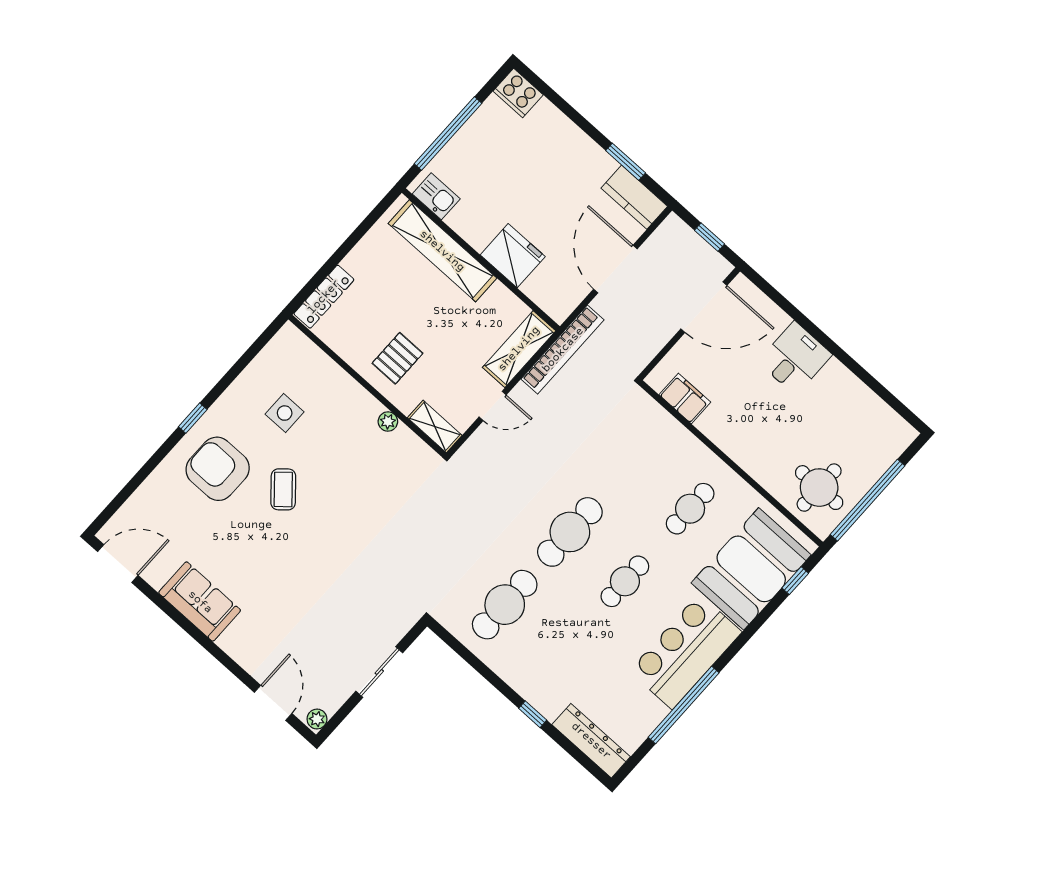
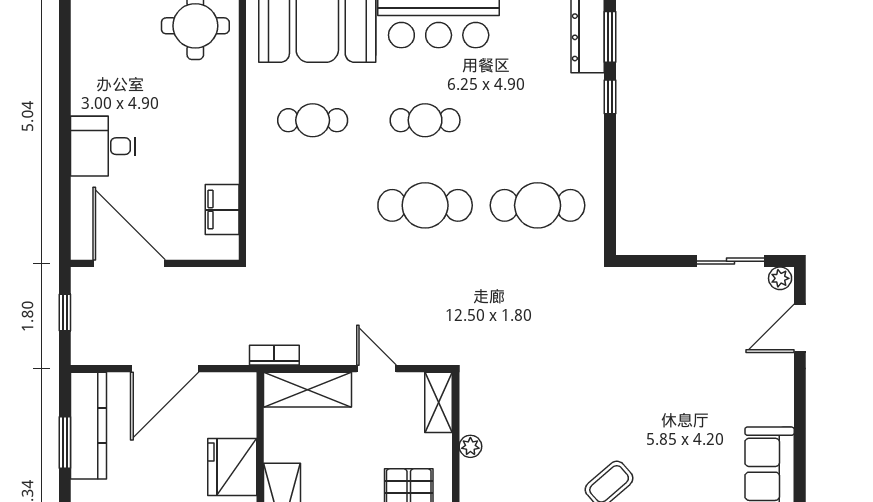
kitchen counter: (634, 197) -> (89, 426), width x1.50
bookcase: (563, 350) -> (274, 355), width x0.43, depth x0.76
sliding door: (379, 672) -> (730, 261), moved
window: (571, 749) -> (610, 37), added

